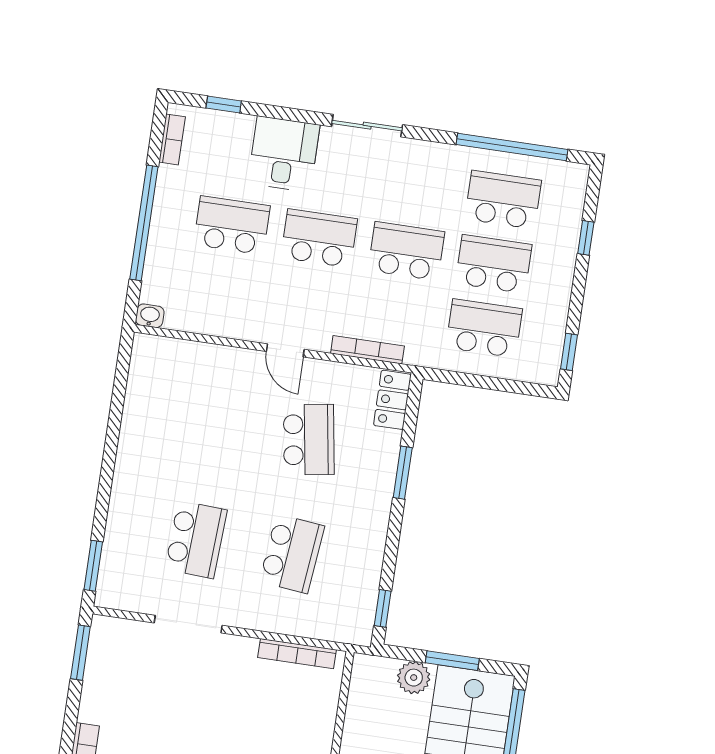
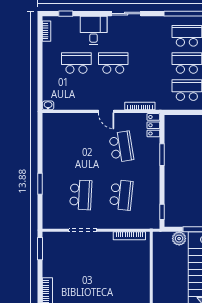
window: (144, 223) -> (40, 67), removed
school desk: (406, 251) -> (150, 63), removed
window: (93, 566) -> (40, 184), moved

